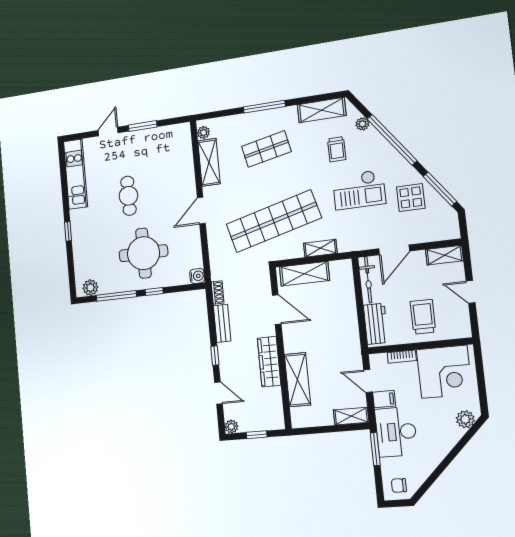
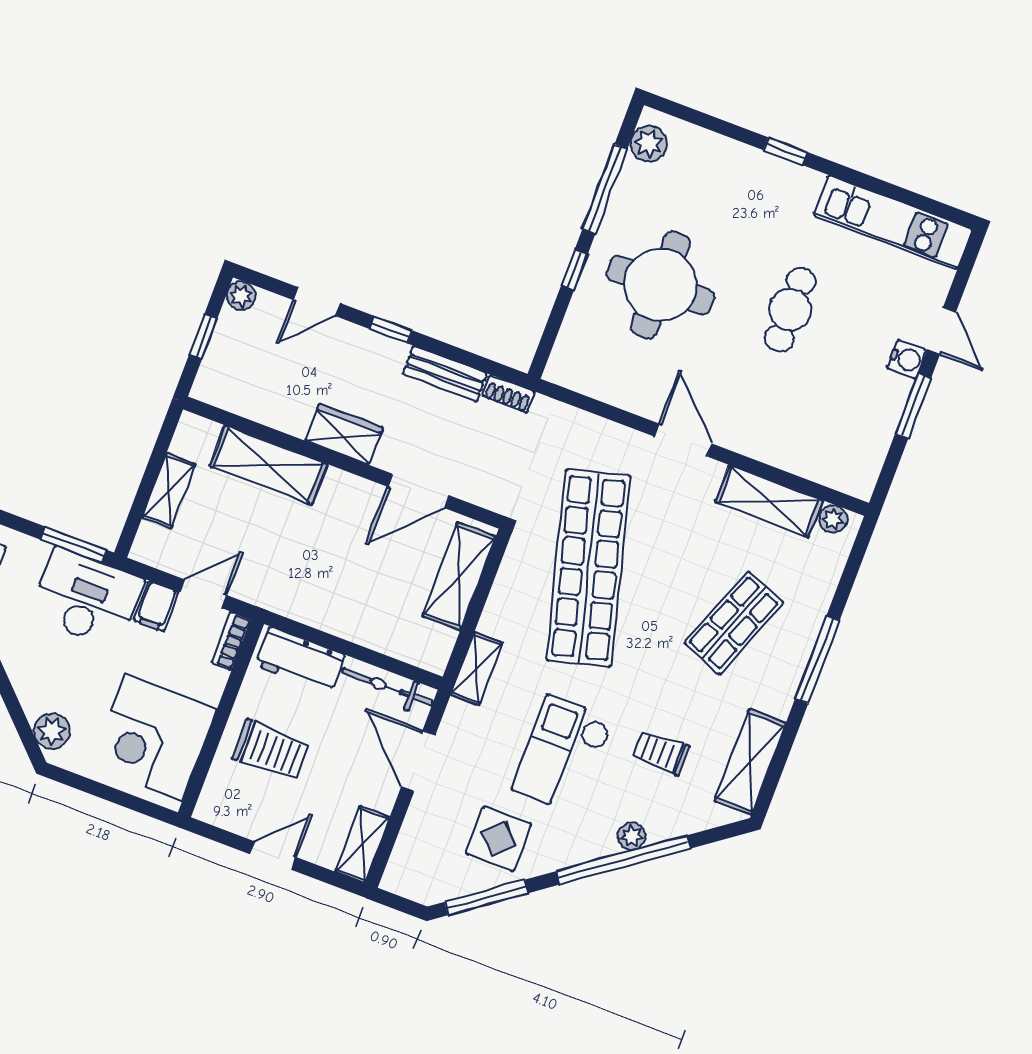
plant: (362, 124) -> (632, 836), moved
shop shelf: (266, 149) -> (734, 623), turned 33
cafe table: (128, 196) -> (790, 310), turned 90
shelving: (320, 248) -> (477, 669), moved
water cooler: (197, 276) -> (907, 359), moved, turned -90
bookcase: (402, 357) -> (231, 641), moved
wardrobe: (269, 362) -> (344, 434), width x0.67
shelving: (351, 416) -> (169, 491), moved

